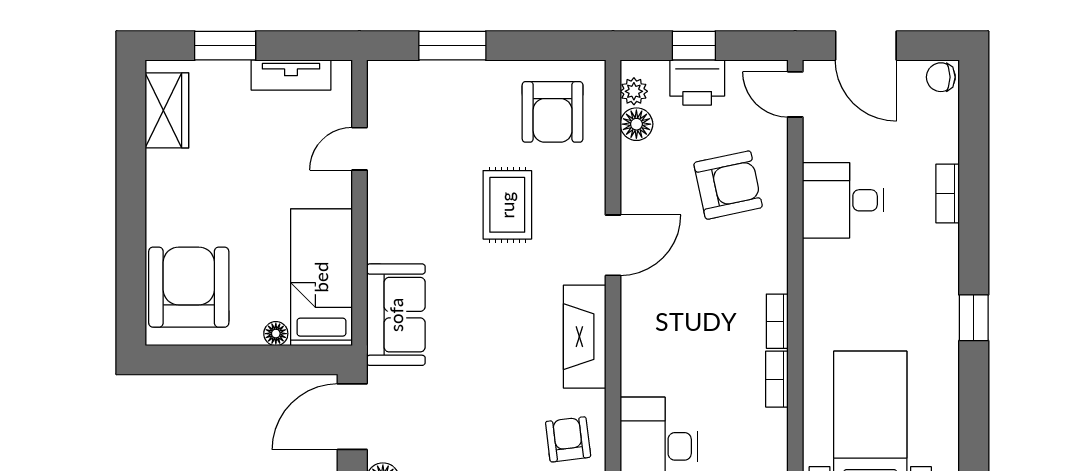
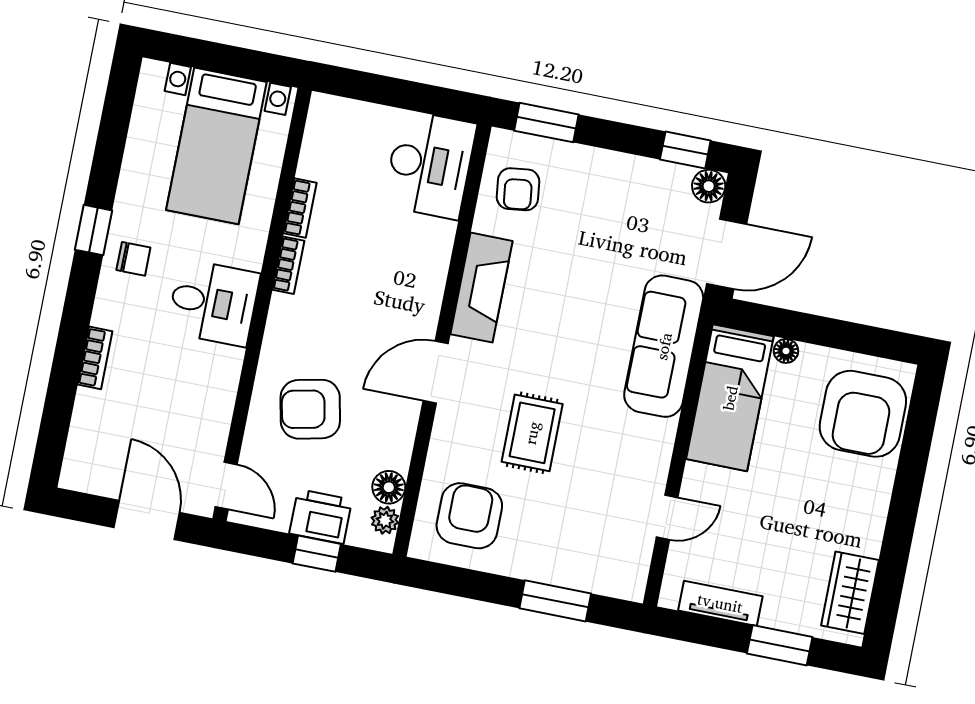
chair: (941, 77) -> (133, 259), moved
desk: (843, 200) -> (213, 303), moved
sofa: (396, 315) -> (664, 346), width x1.36

